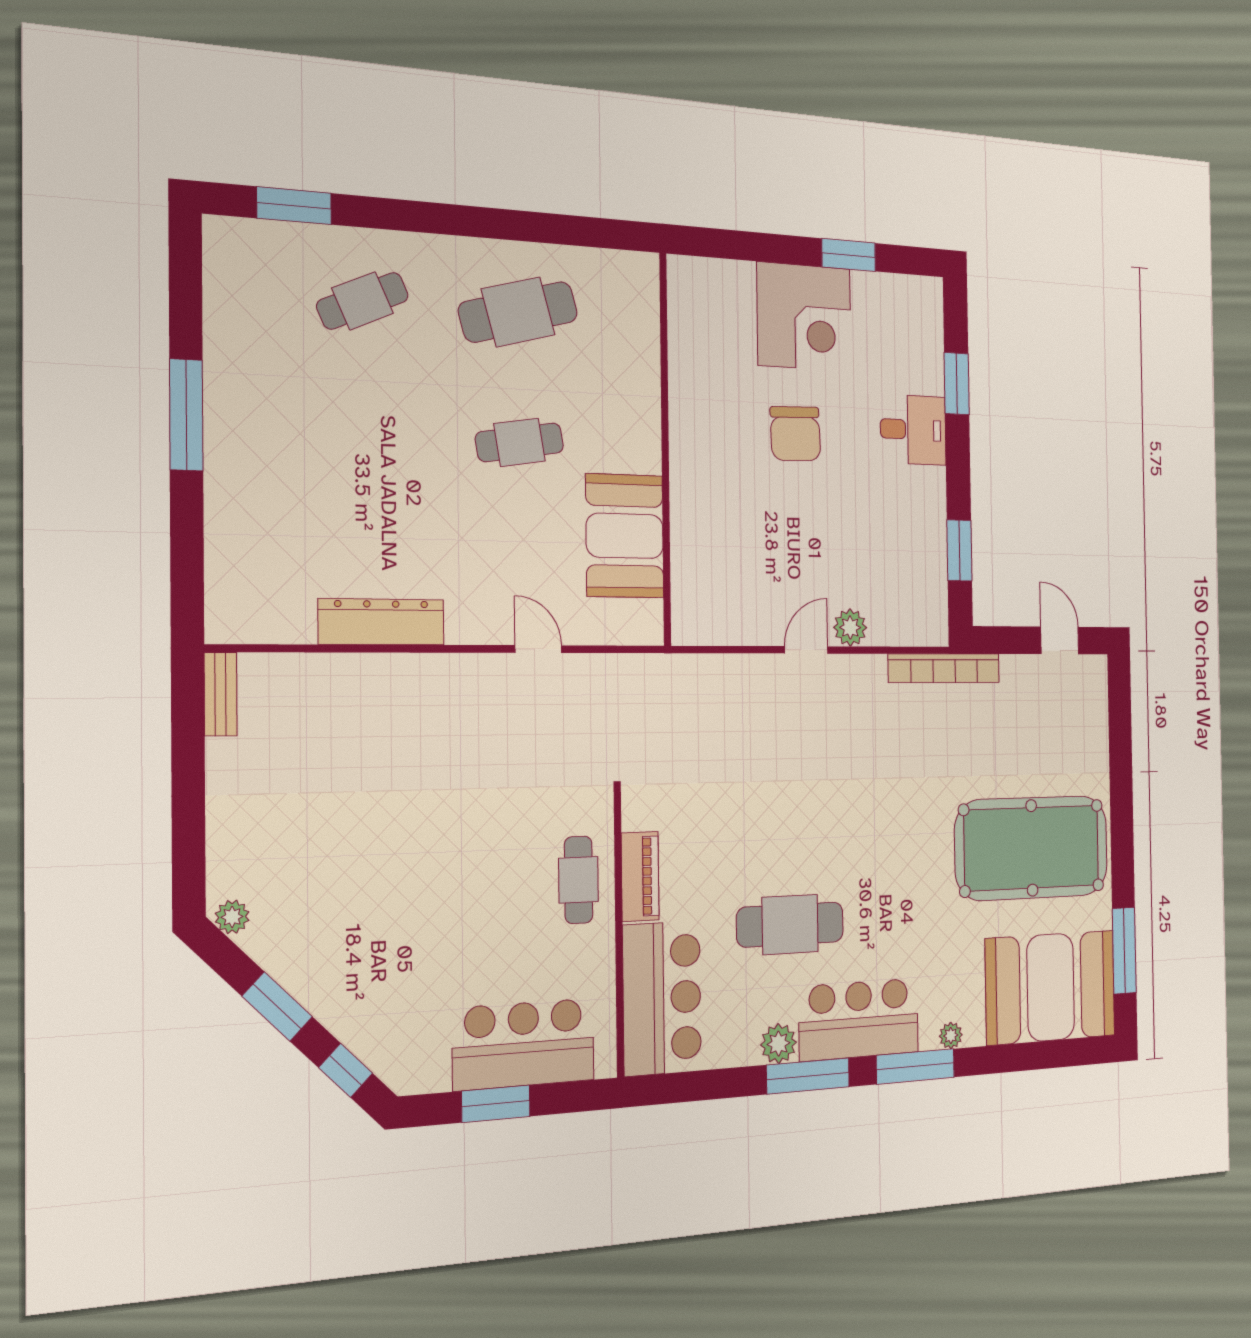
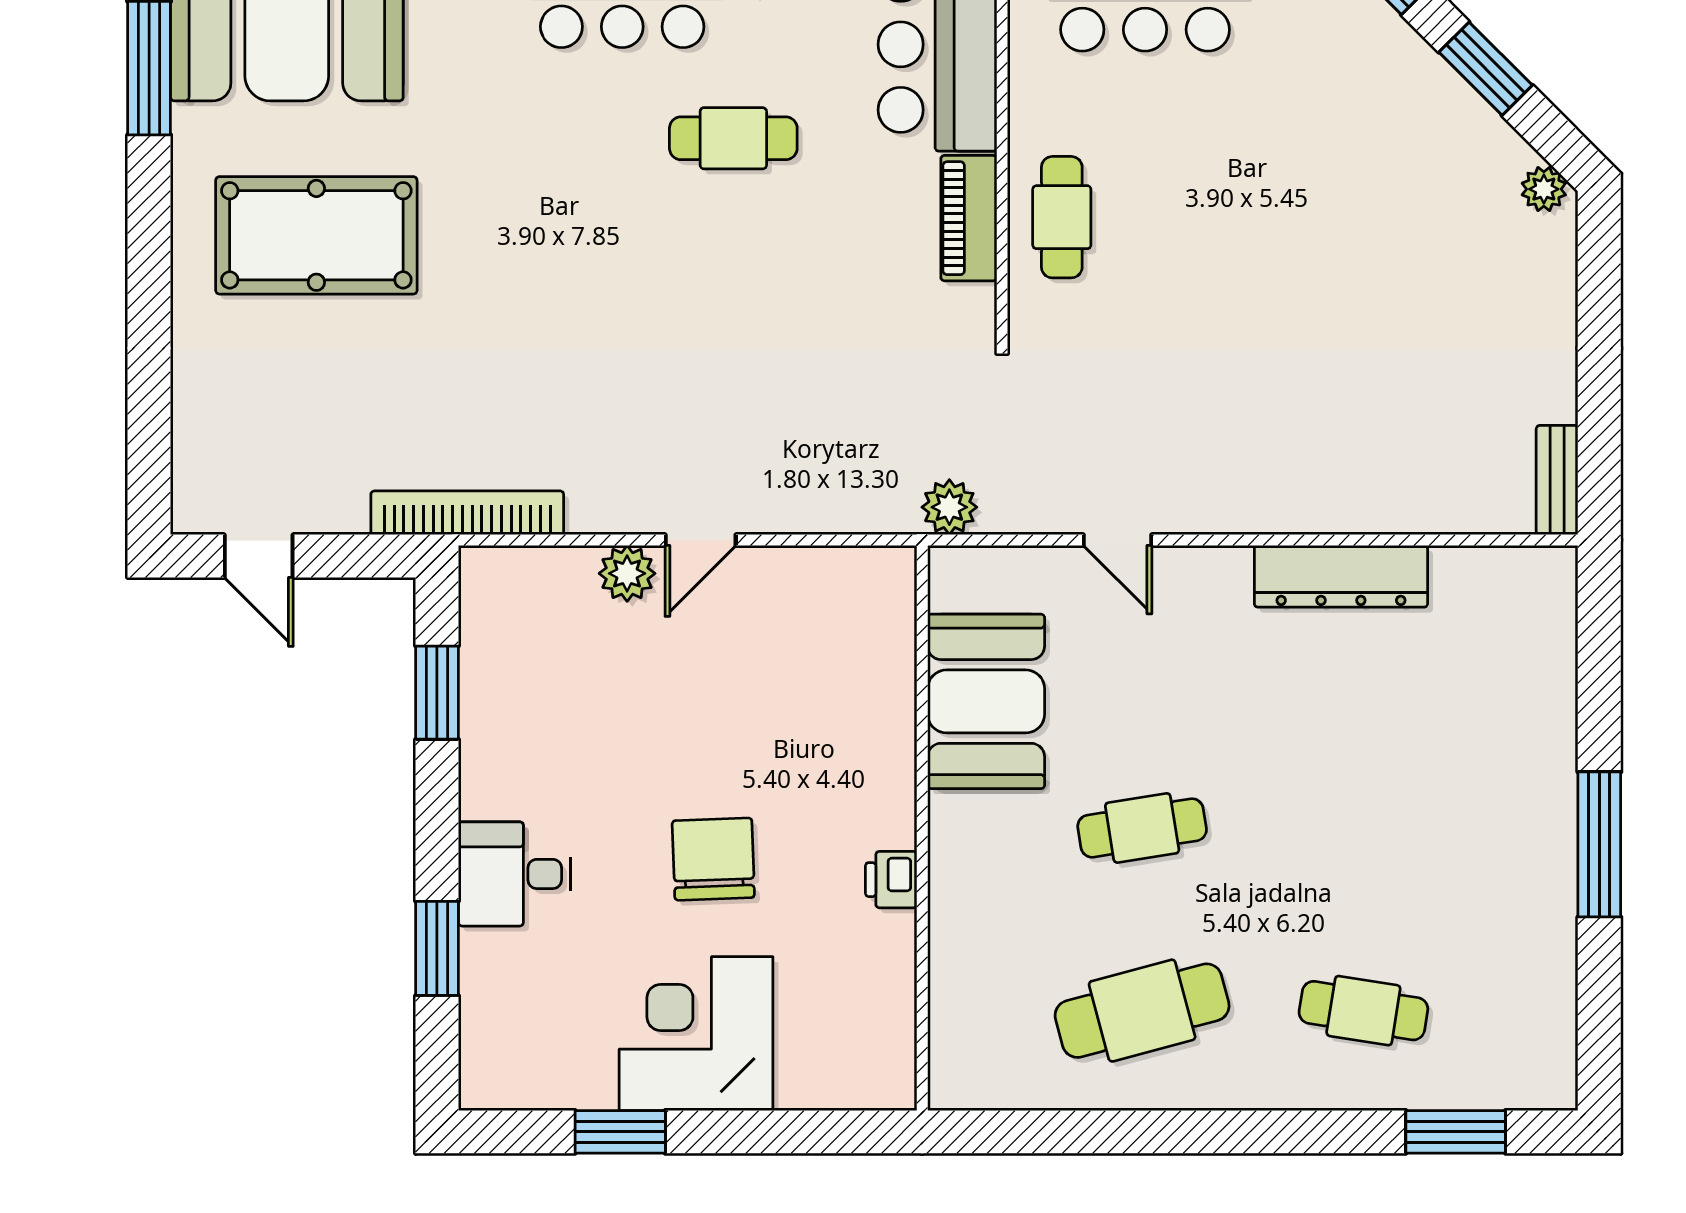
cafe table: (363, 301) -> (1363, 1011), turned 33
printer: (685, 414) -> (891, 880), added
plant: (650, 673) -> (949, 507), added
pool table: (1032, 848) -> (316, 235), width x0.73, depth x0.76
cafe table: (790, 925) -> (733, 138), width x0.73, depth x0.74

